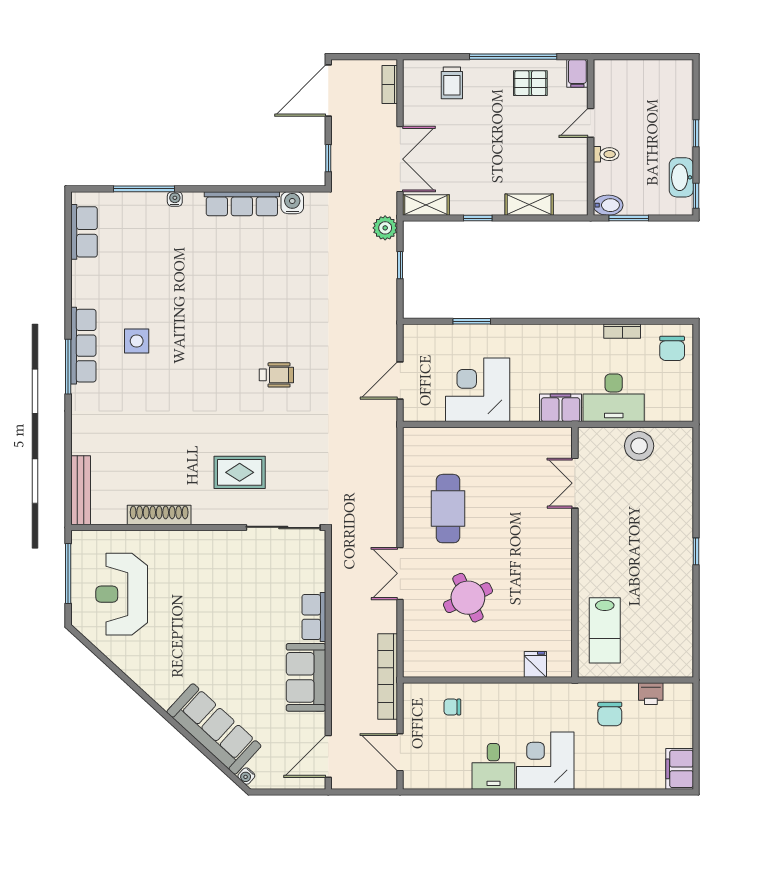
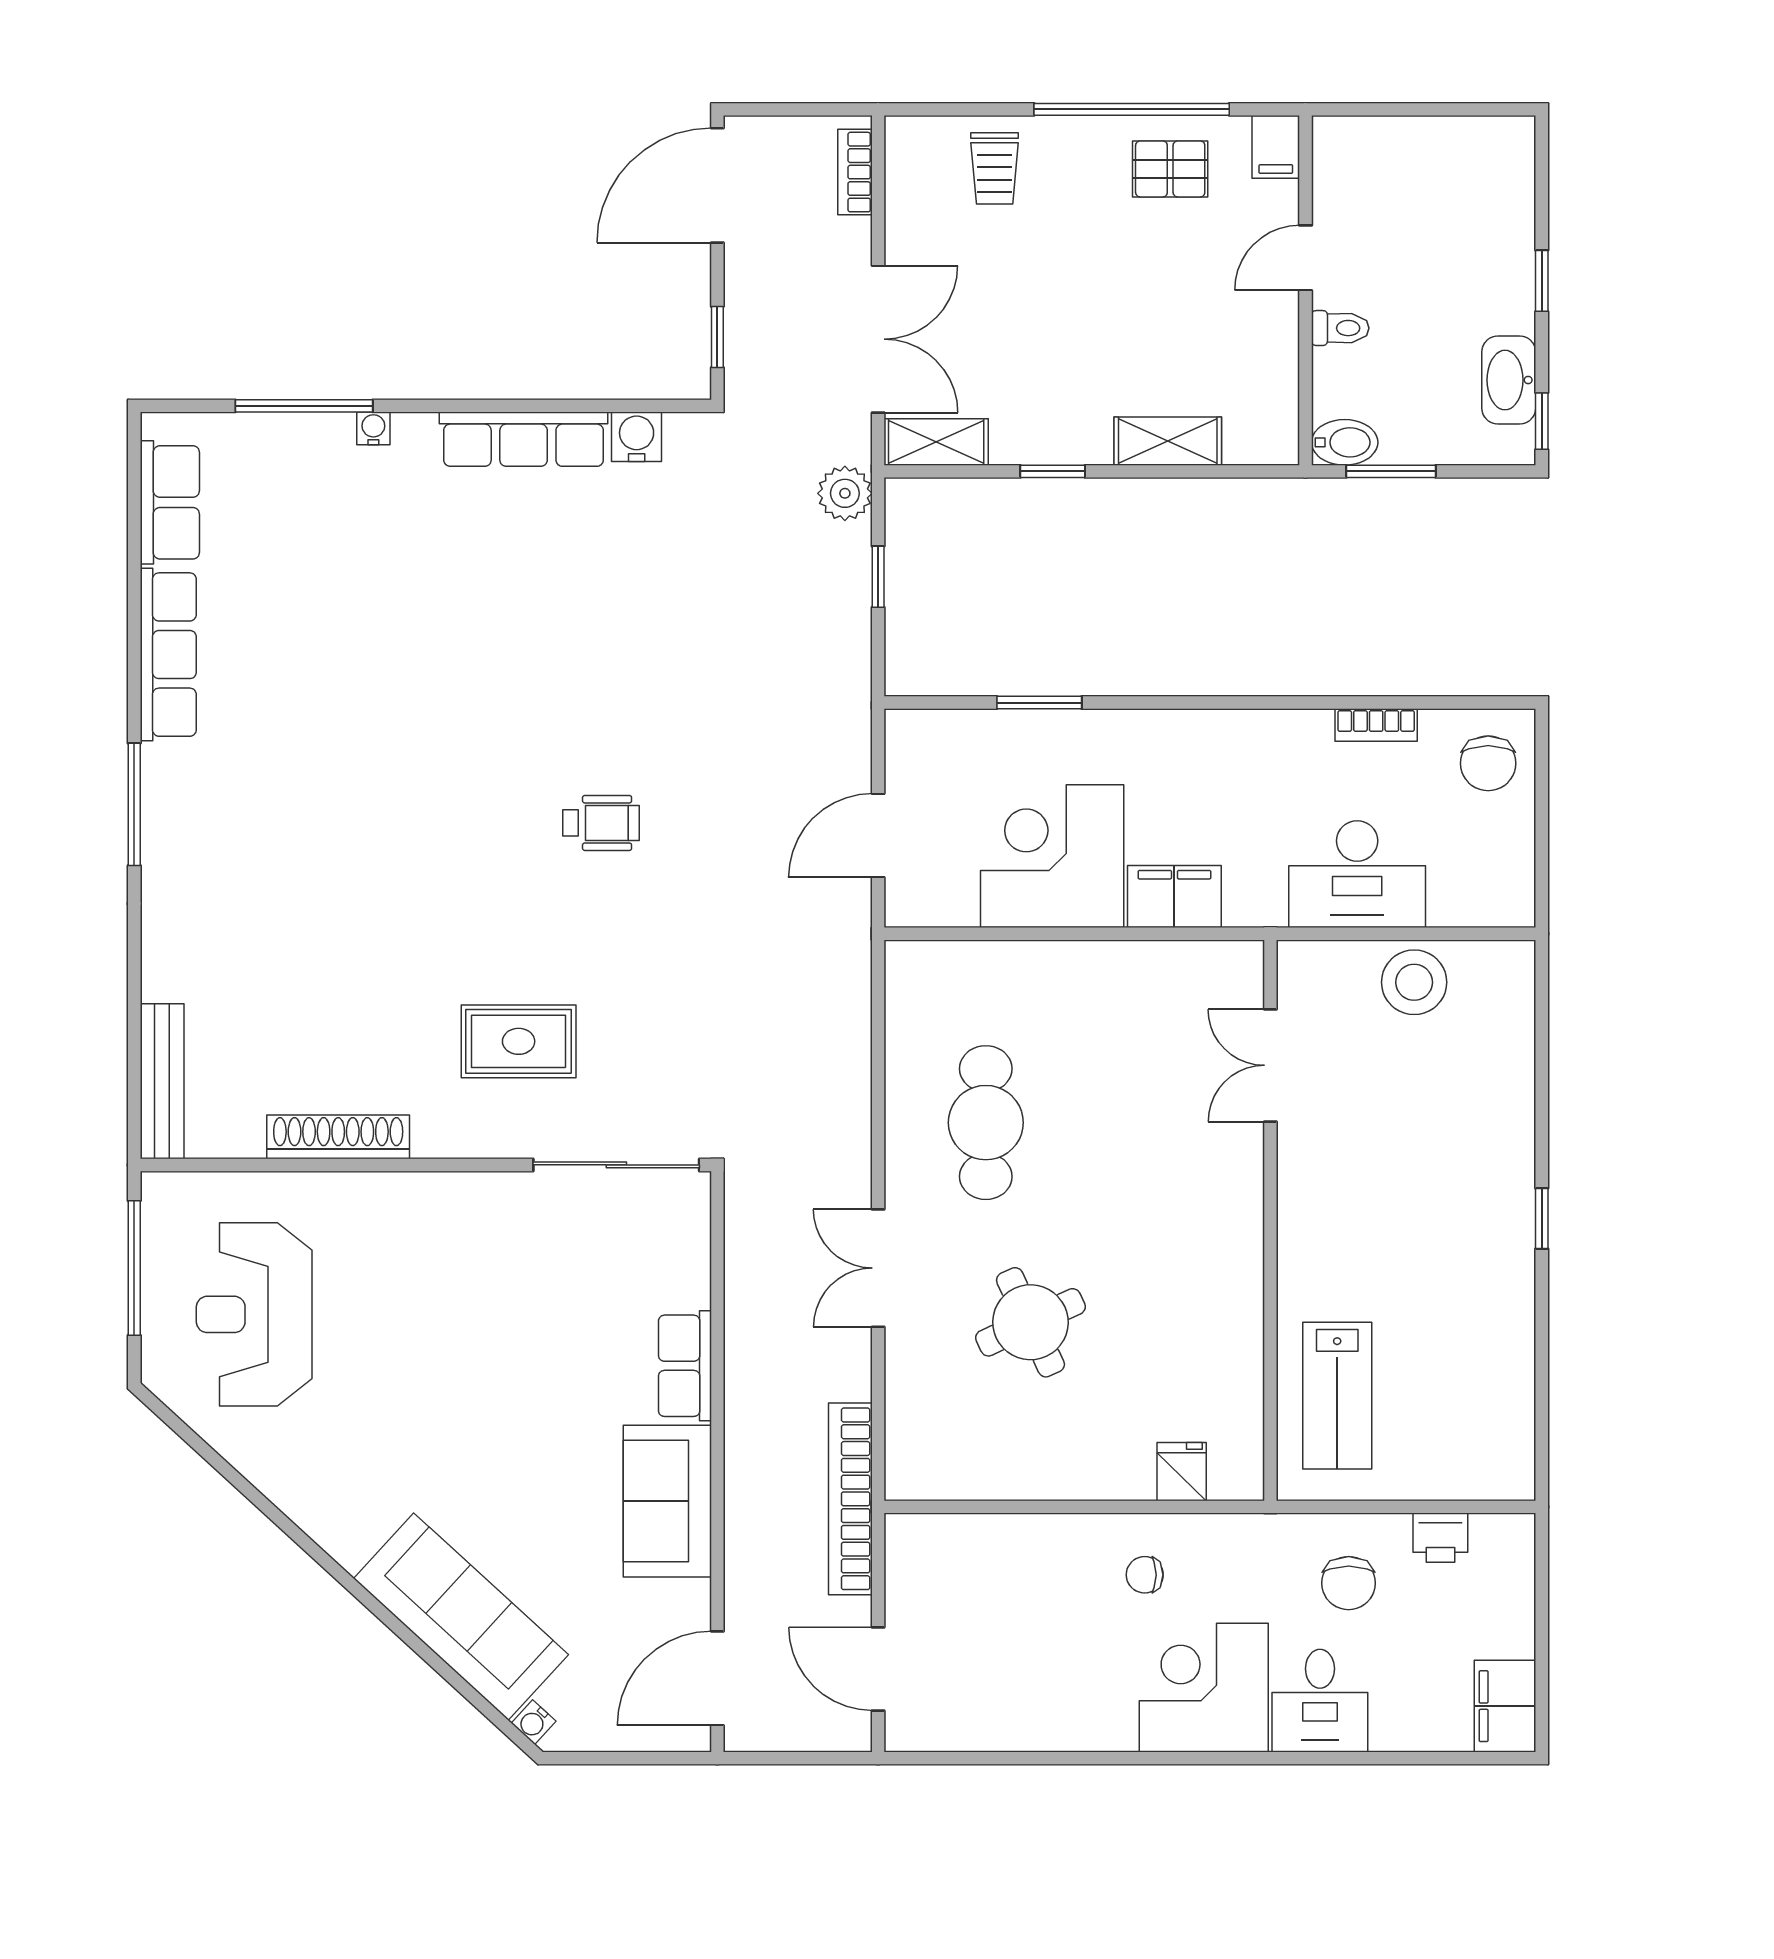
side table: (137, 341) -> (288, 747), removed
row of seats: (83, 346) -> (168, 655), moved
filing cabinet: (561, 408) -> (1174, 897), moved
chair: (452, 707) -> (1145, 1575), moved
desk: (493, 766) -> (1320, 1701), moved

